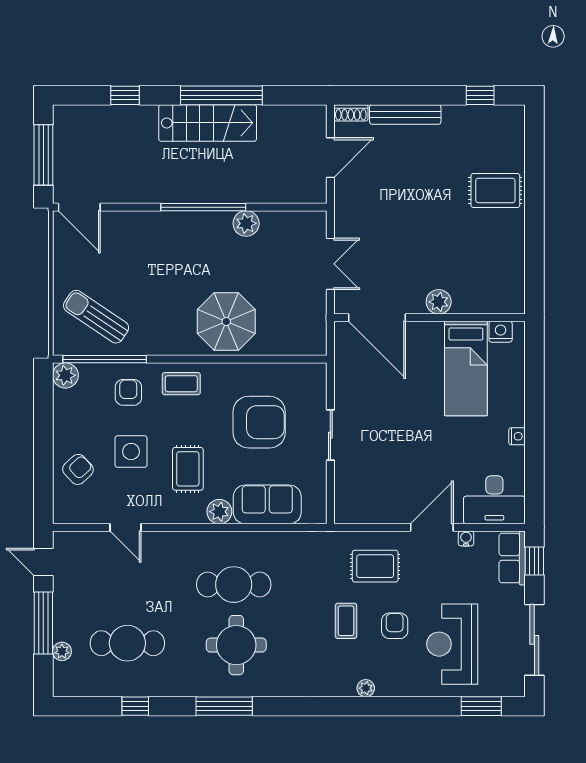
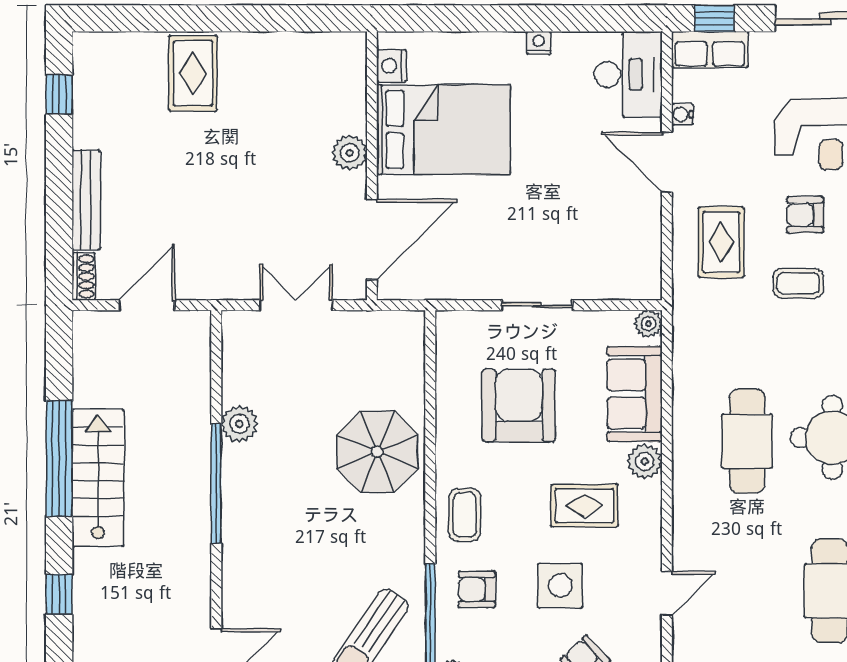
door: (330, 158) -> (147, 305), hinge flipped
bed: (466, 369) -> (443, 130), width x1.50
plant: (317, 514) -> (648, 324), added

